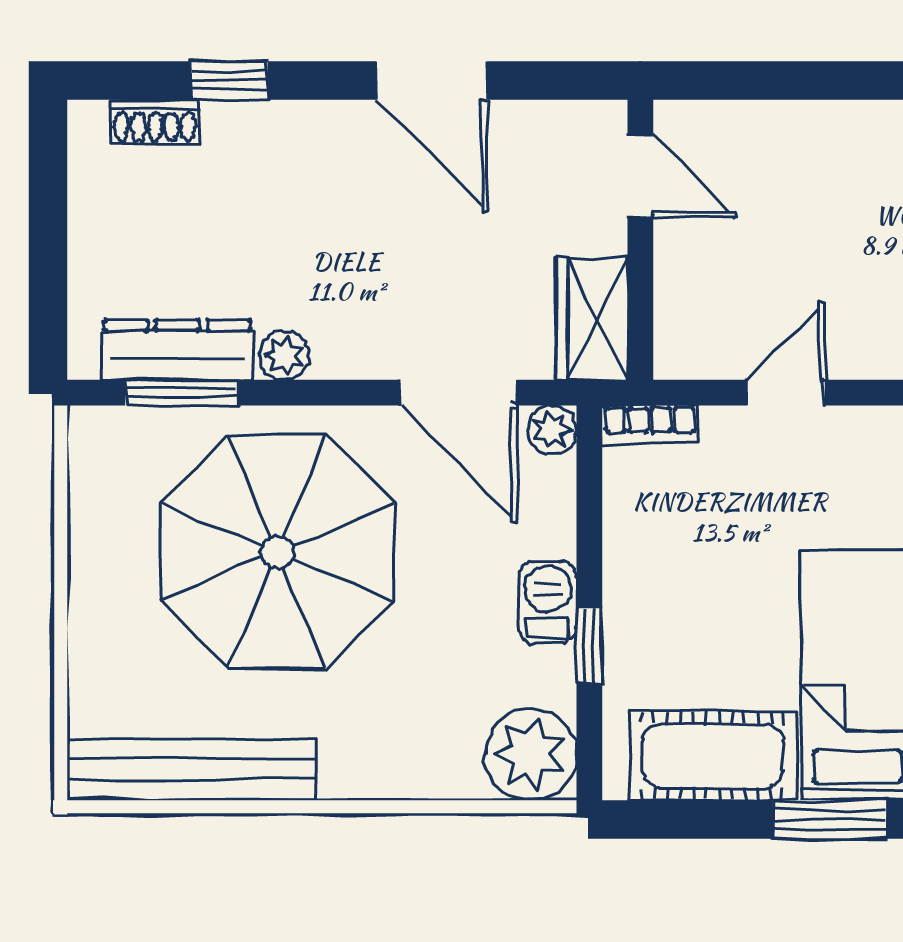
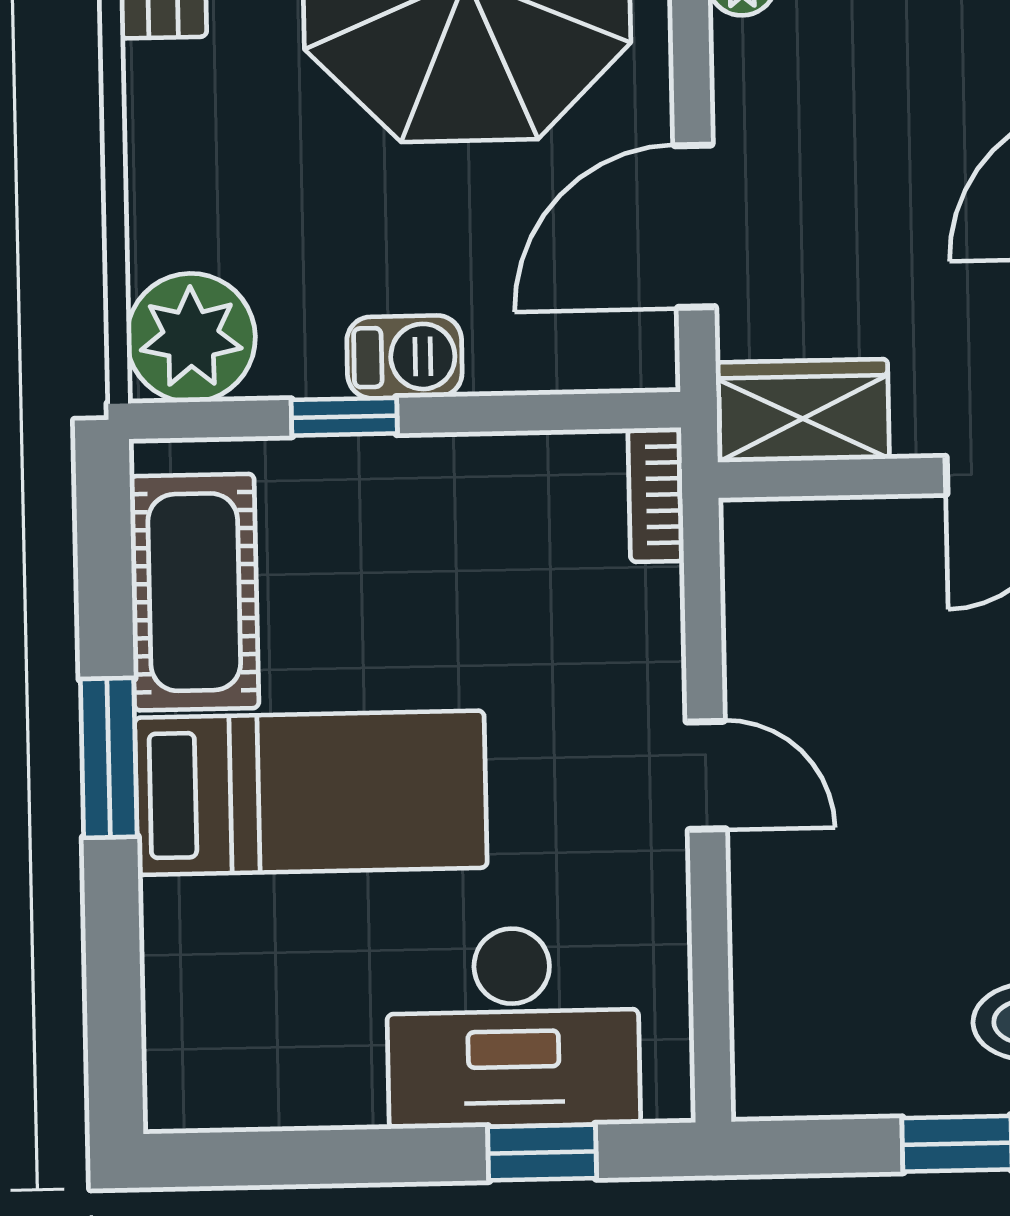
door: (786, 393) -> (706, 775), moved
plant: (552, 430) -> (645, 358), removed

